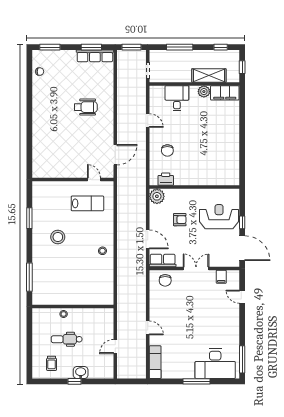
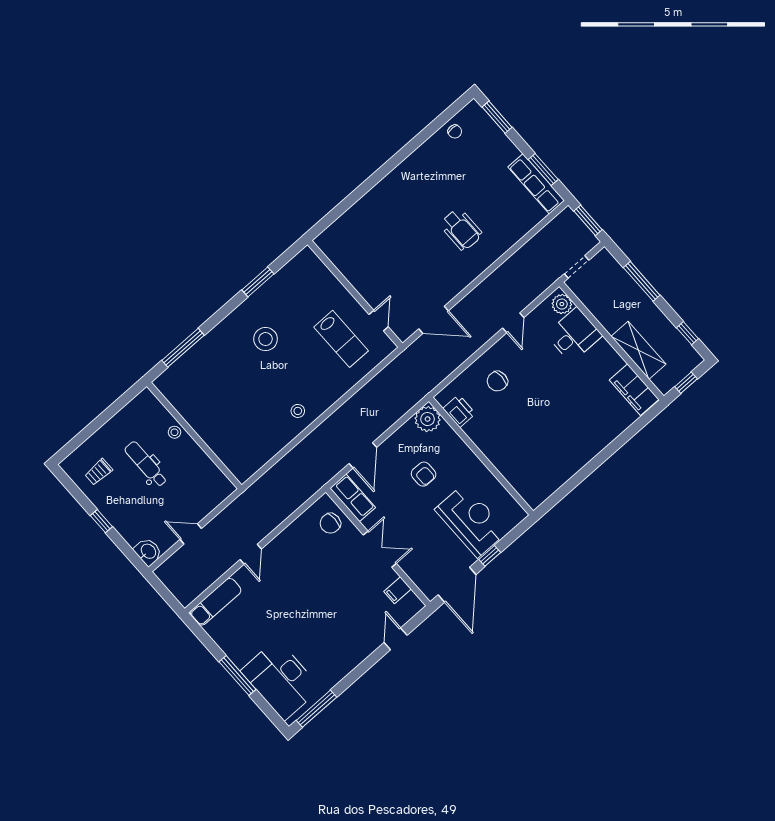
plant: (204, 92) -> (562, 304), moved
washbasin: (81, 373) -> (148, 552), moved

